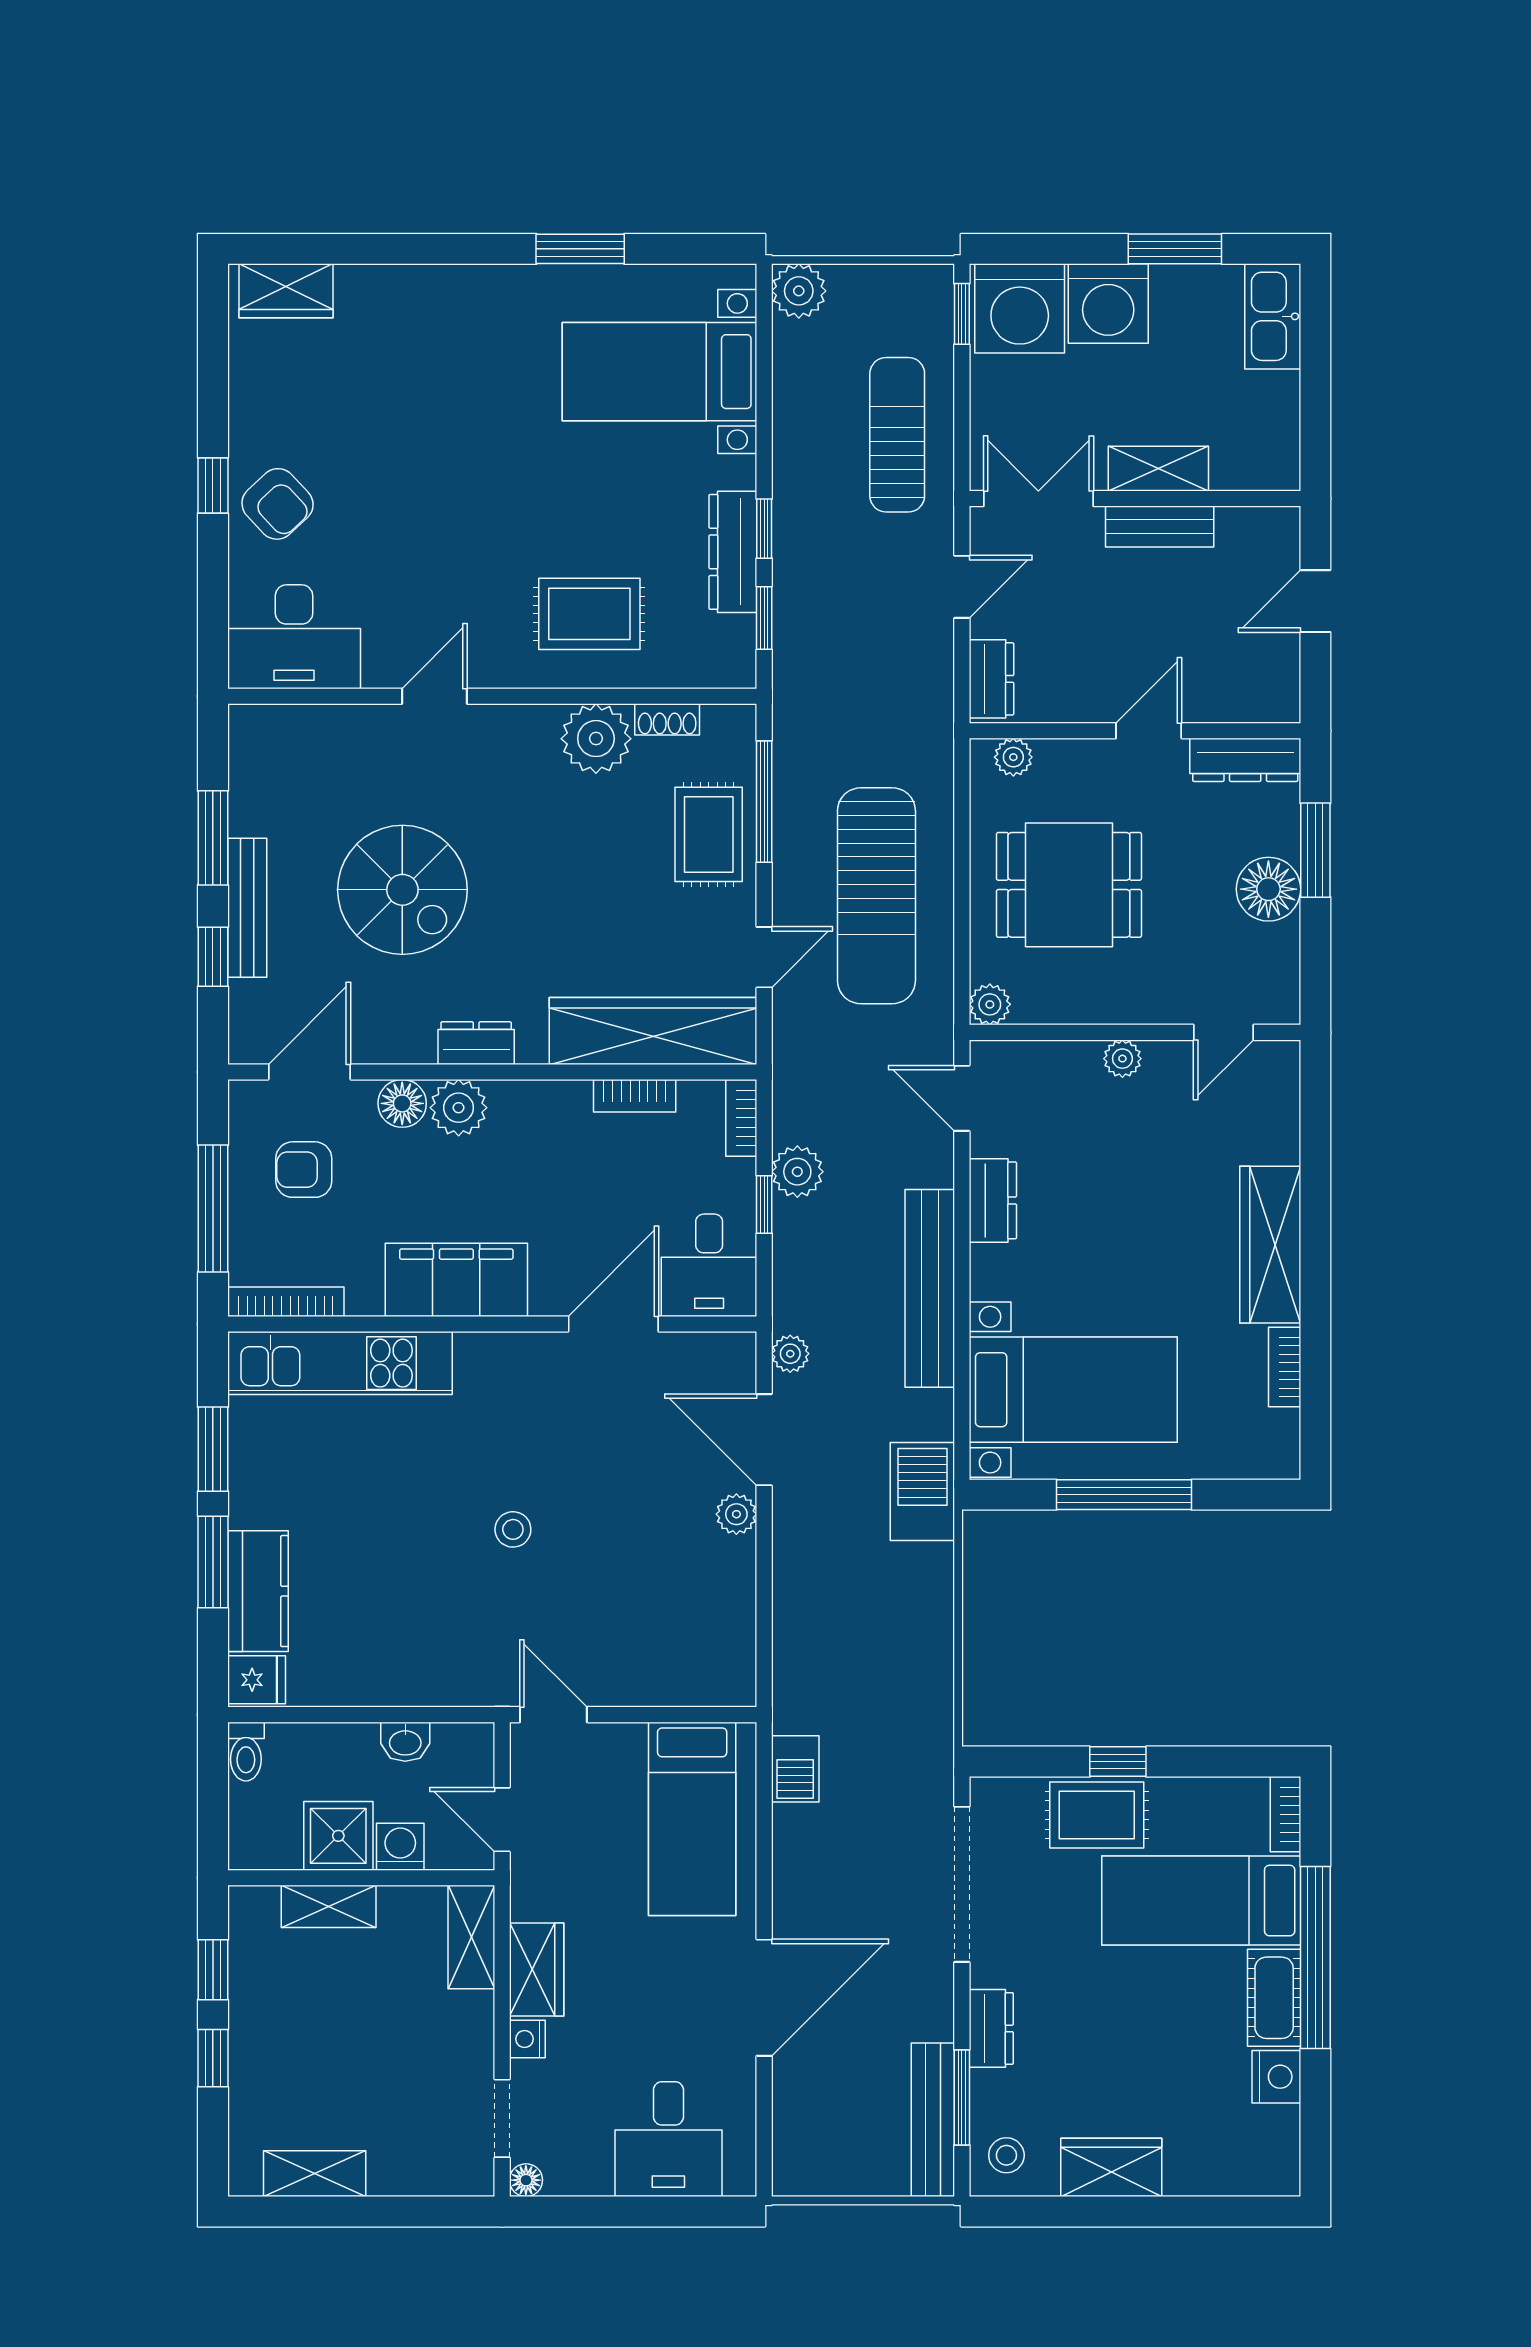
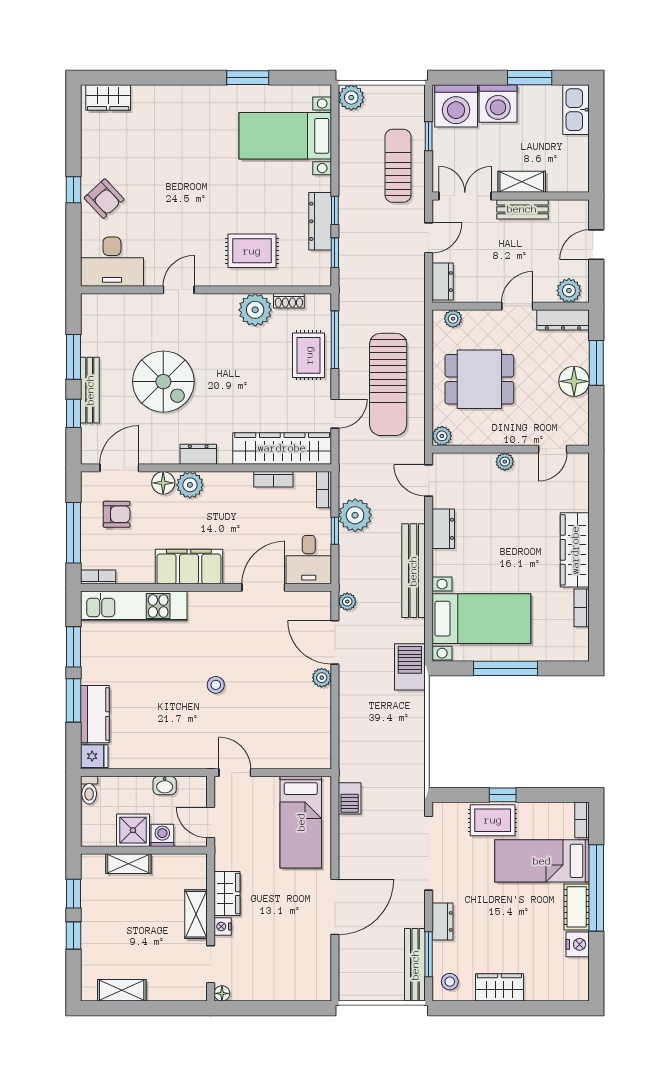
window: (962, 314) -> (429, 136), moved
plant: (1258, 698) -> (569, 291), added
armchair: (304, 1170) -> (117, 514), turned 180
plant: (797, 1172) -> (355, 515), width x1.36, depth x1.36
bookcase: (286, 1302) -> (98, 577), width x0.64
shelving: (471, 1937) -> (196, 914), moved
desk: (668, 2139) -> (290, 974), removed

